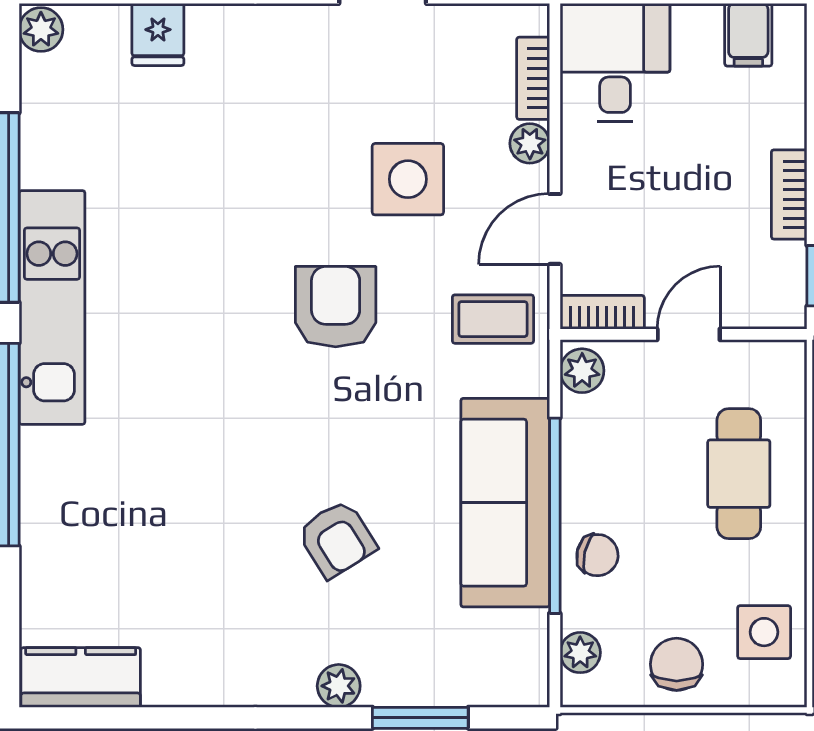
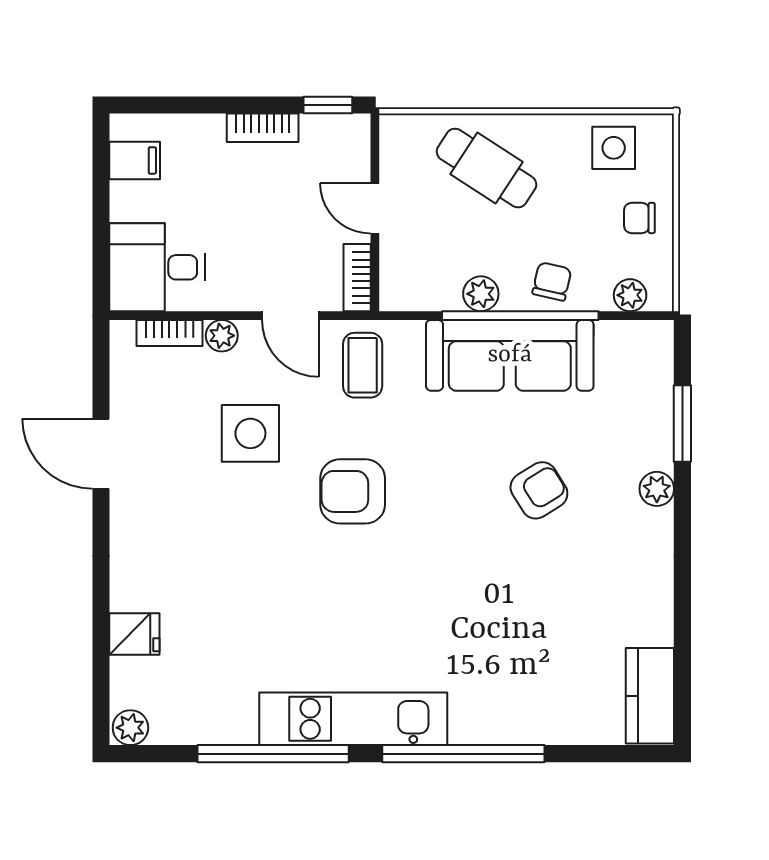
plant: (582, 371) -> (481, 294), moved
cafe table: (739, 474) -> (487, 168), turned 33
chair: (677, 664) -> (639, 218), width x0.73, depth x0.73

